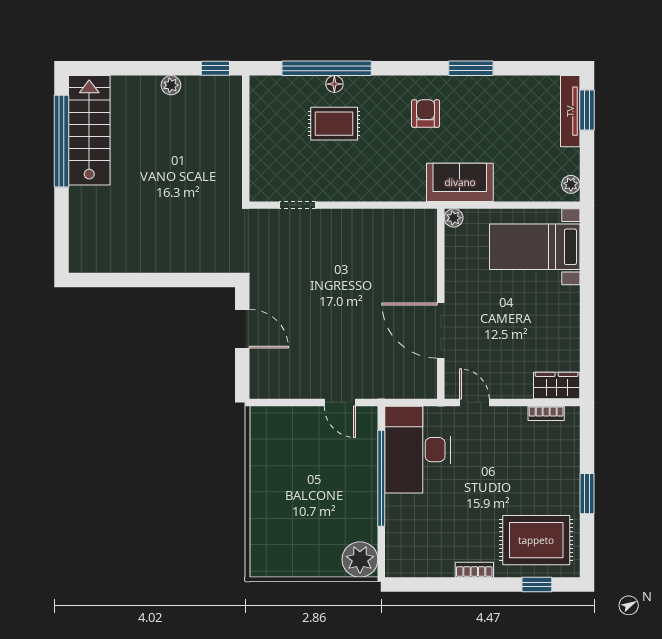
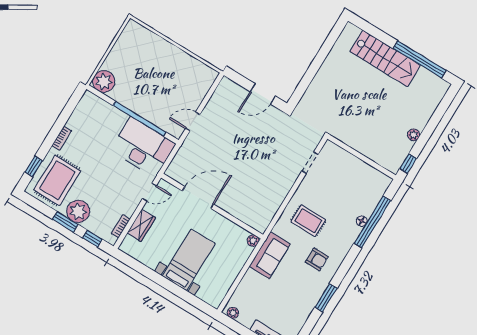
rug: (334, 124) -> (308, 221), moved, turned 90
stairs: (89, 130) -> (385, 58), moved
bed with nightstands: (535, 247) -> (189, 260), moved
wardrobe: (557, 386) -> (141, 225), moved
window: (587, 442) -> (92, 238), added
plant: (562, 485) -> (78, 211), added

